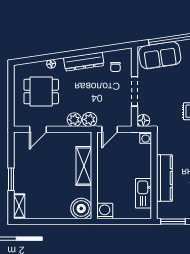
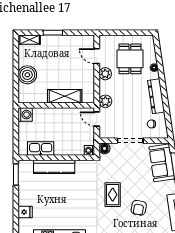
plant: (74, 120) -> (105, 74), moved
boiler: (81, 209) -> (27, 75), moved

